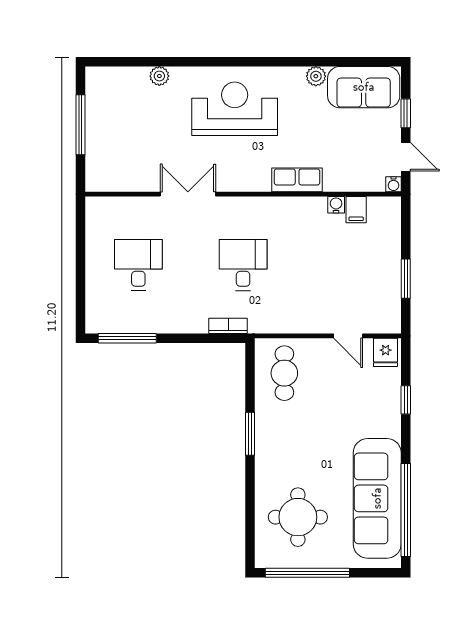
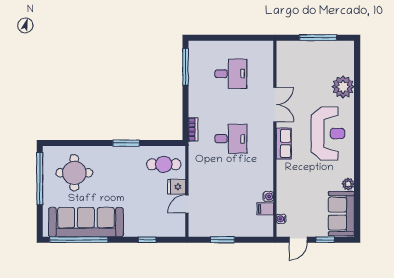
plant: (159, 76) -> (343, 87), width x1.88, depth x1.88
row of seats: (297, 180) -> (284, 144), moved
water cooler: (393, 184) -> (281, 219), moved
fridge: (386, 352) -> (177, 187), moved

